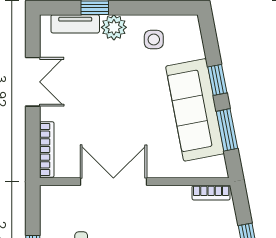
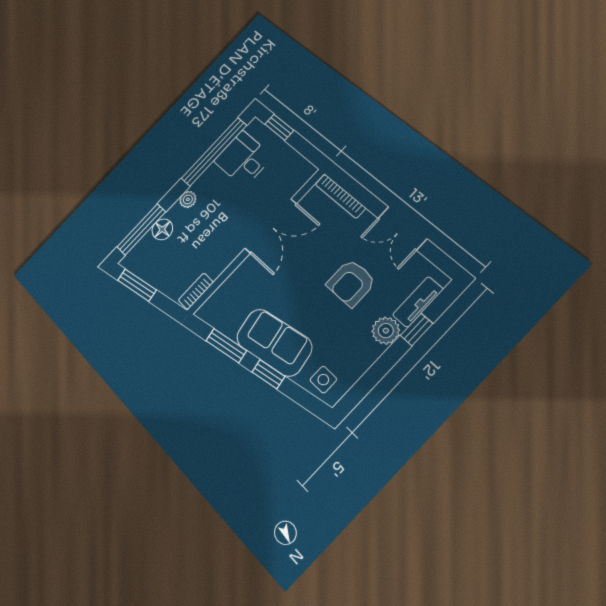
side table: (154, 39) -> (323, 380), moved
armchair: (102, 82) -> (351, 283), added
sofa: (195, 110) -> (274, 342), width x0.73

